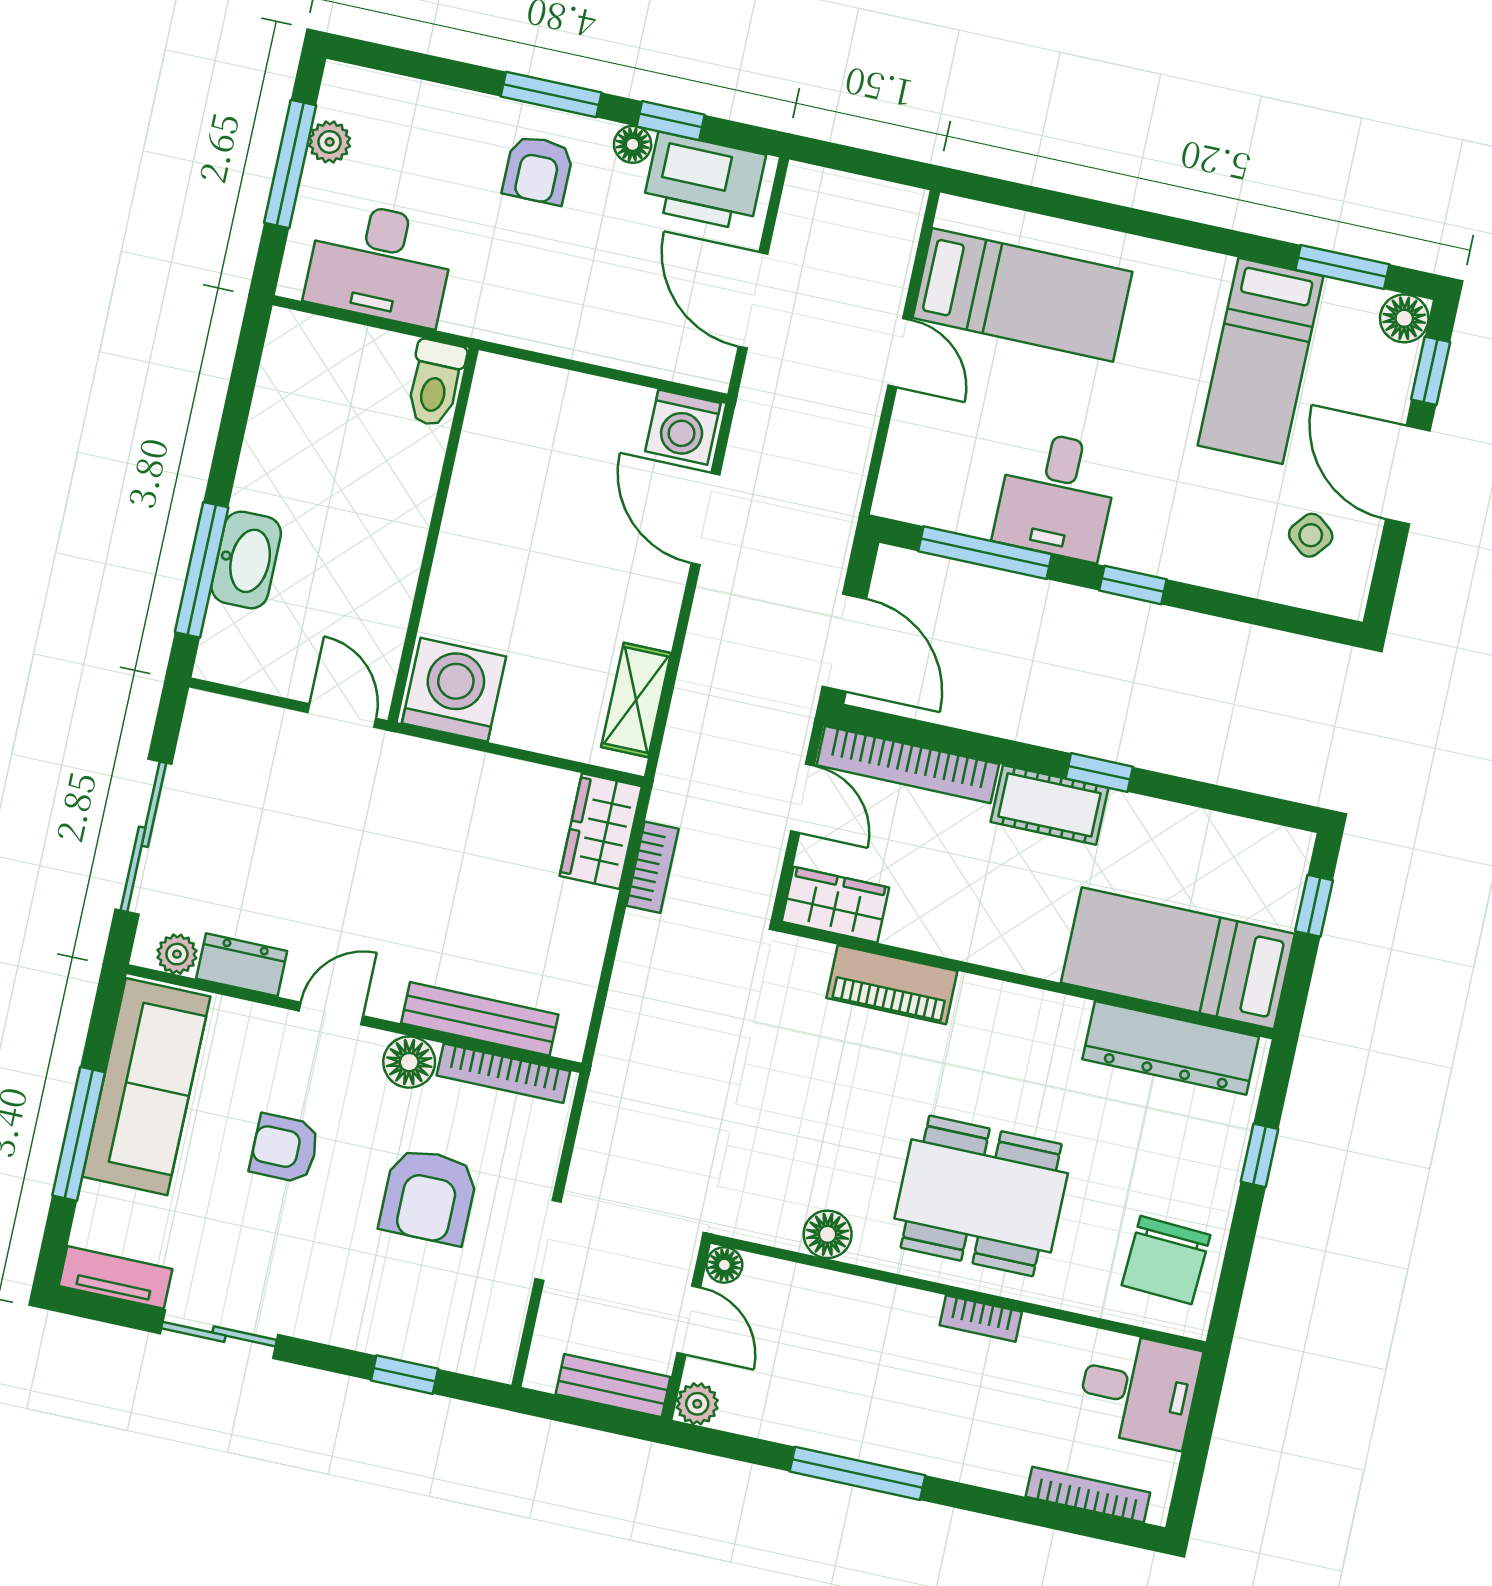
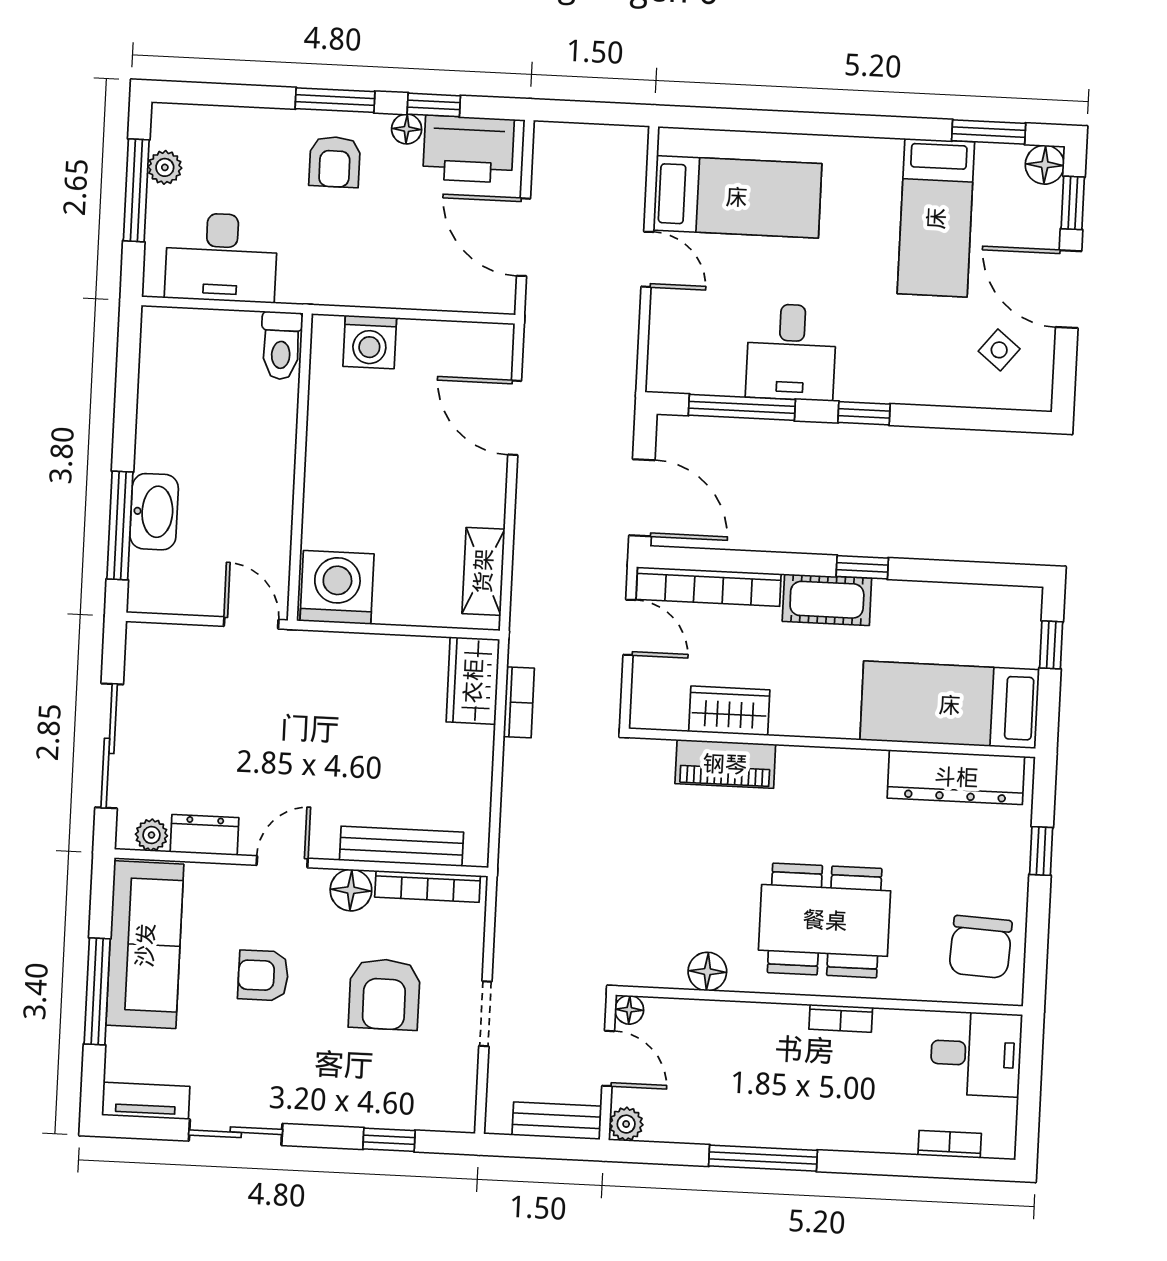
washing machine: (683, 427) -> (370, 342), moved
wardrobe: (835, 905) -> (729, 711), moved
bookcase: (1088, 1495) -> (950, 1144), width x0.64

